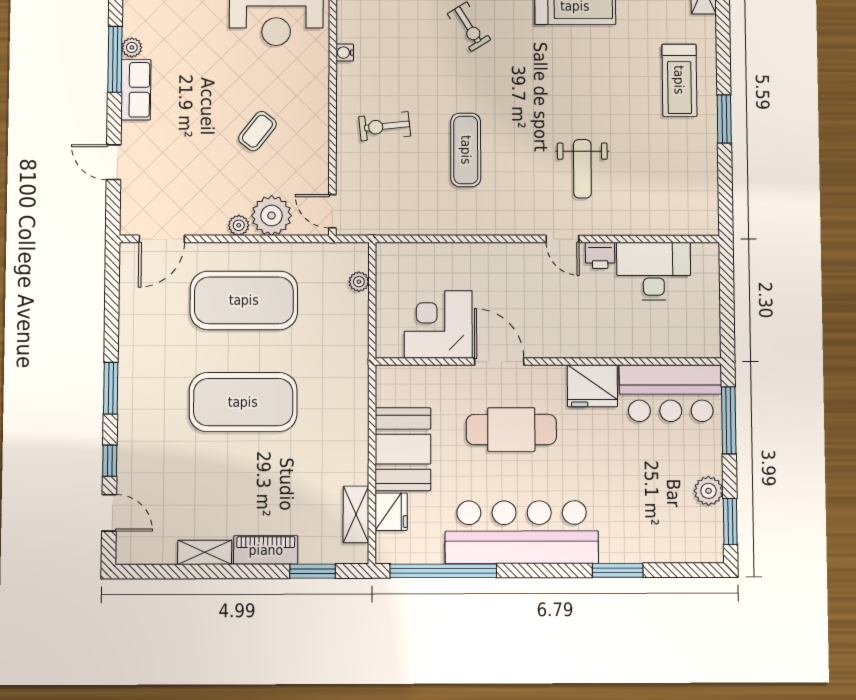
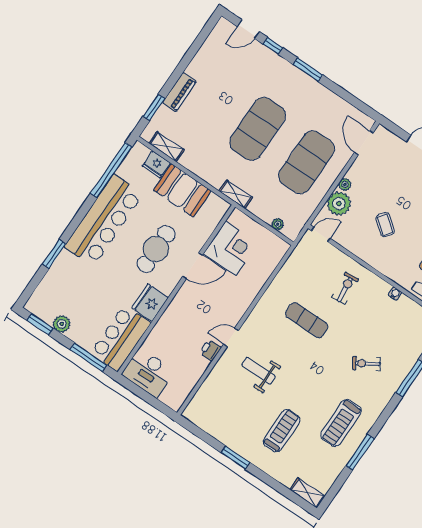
treadmill: (679, 80) -> (282, 431), moved, turned 90
desk: (654, 271) -> (148, 373), moved, turned 90
shelving: (205, 552) -> (236, 194), moved, turned 90

